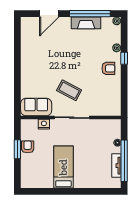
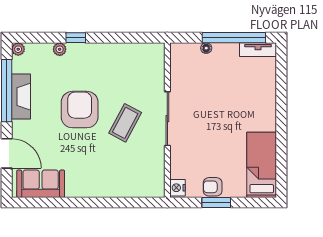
armchair: (108, 68) -> (80, 110), moved, width x1.88, depth x1.88
sofa: (36, 107) -> (41, 184), moved, turned 90
nightstand: (44, 124) -> (178, 188), moved
tv unit: (116, 166) -> (258, 50), moved
bed: (63, 167) -> (262, 165), moved, turned 90

